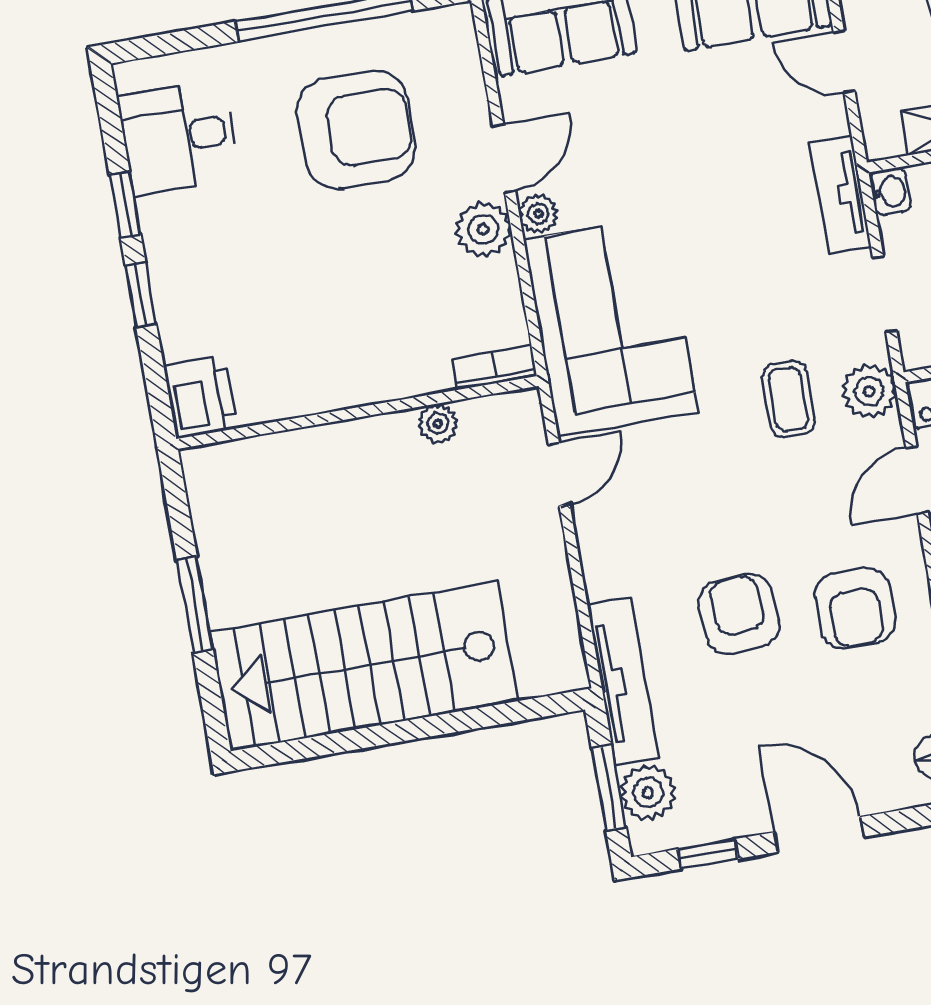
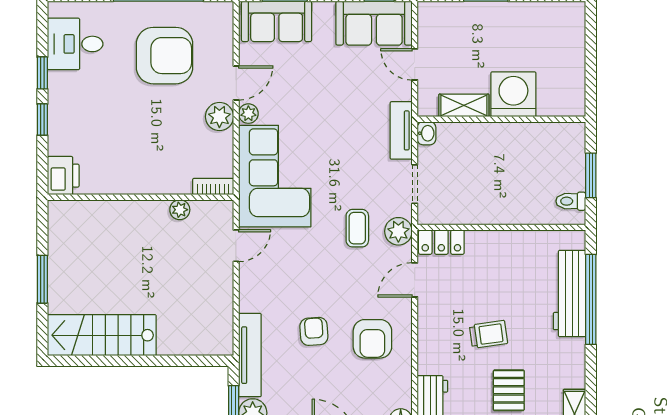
armchair: (739, 614) -> (314, 331), width x0.72, depth x0.72
stairs: (364, 666) -> (102, 335), width x0.73, depth x0.66

